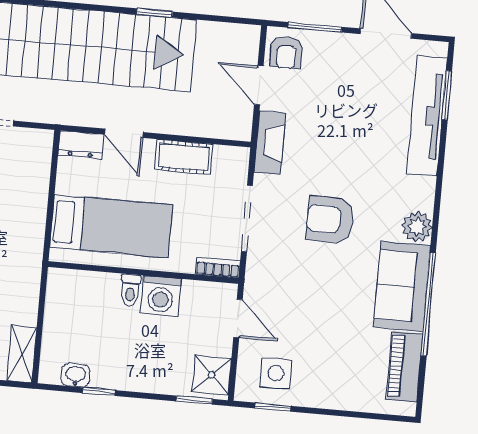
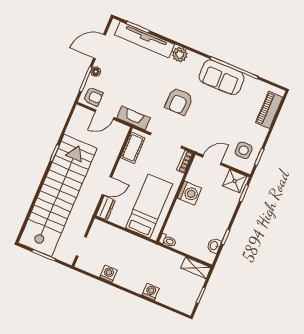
floor lamp: (336, 42) -> (96, 72), added
cot: (184, 157) -> (133, 148), moved
plant: (417, 227) -> (180, 54), moved
toilet: (130, 290) -> (168, 241), moved
piano: (404, 366) -> (269, 110), moved, turned 90

